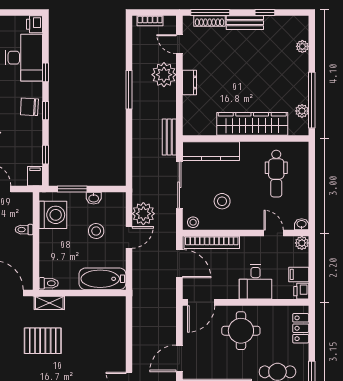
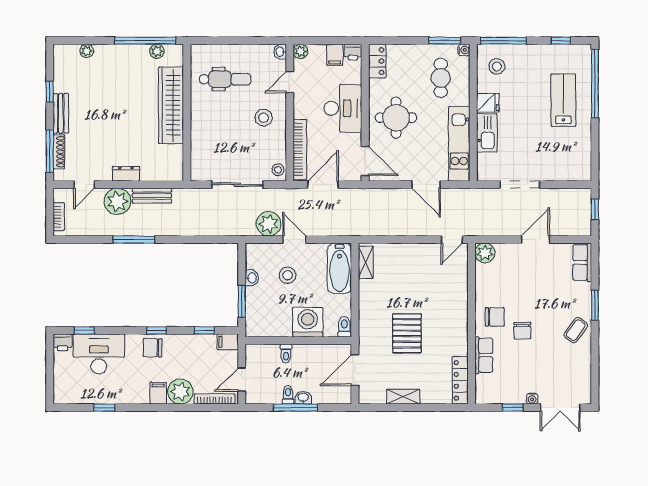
window: (45, 72) -> (84, 330), moved
chair: (29, 107) -> (152, 348), turned 88
bench: (169, 137) -> (152, 196), moved
kitchen counter: (211, 151) -> (201, 150), removed
stool: (222, 201) -> (264, 118), moved
washing machine: (53, 215) -> (308, 322), moved
desk: (256, 282) -> (343, 108), width x1.37
shelving: (49, 303) -> (366, 262), moved
locker: (301, 328) -> (377, 61), moved, turned -90

